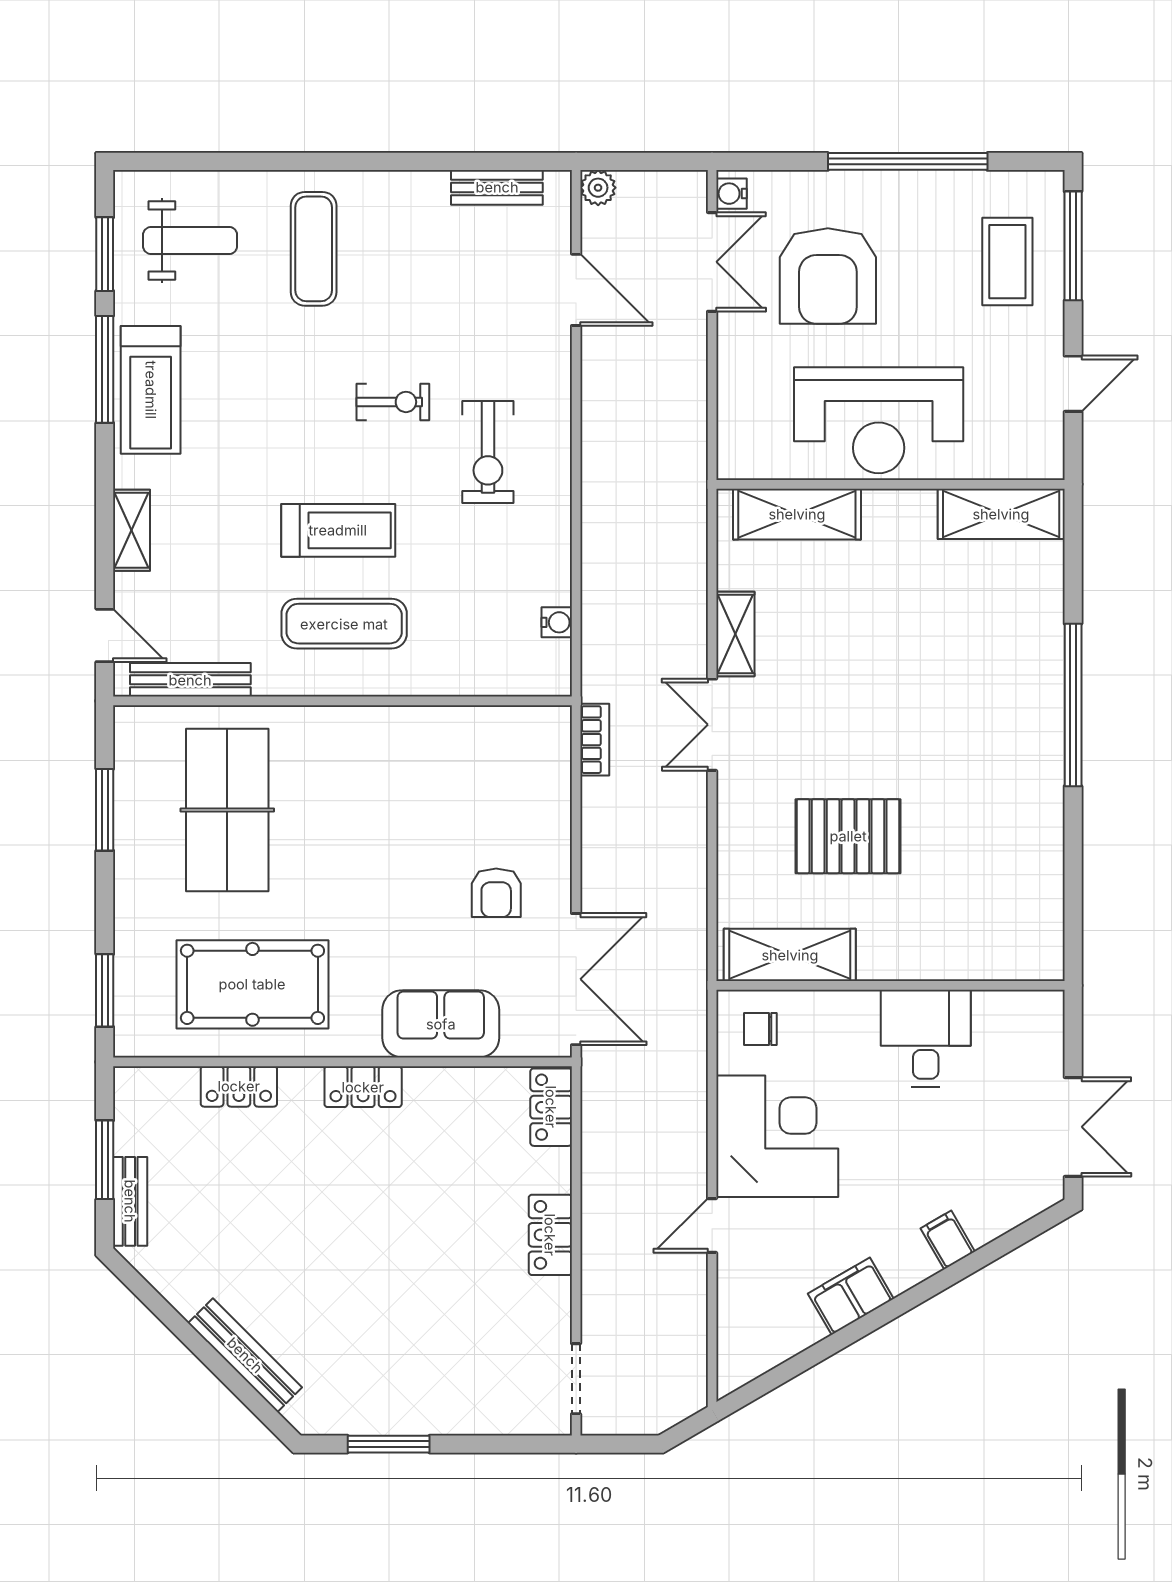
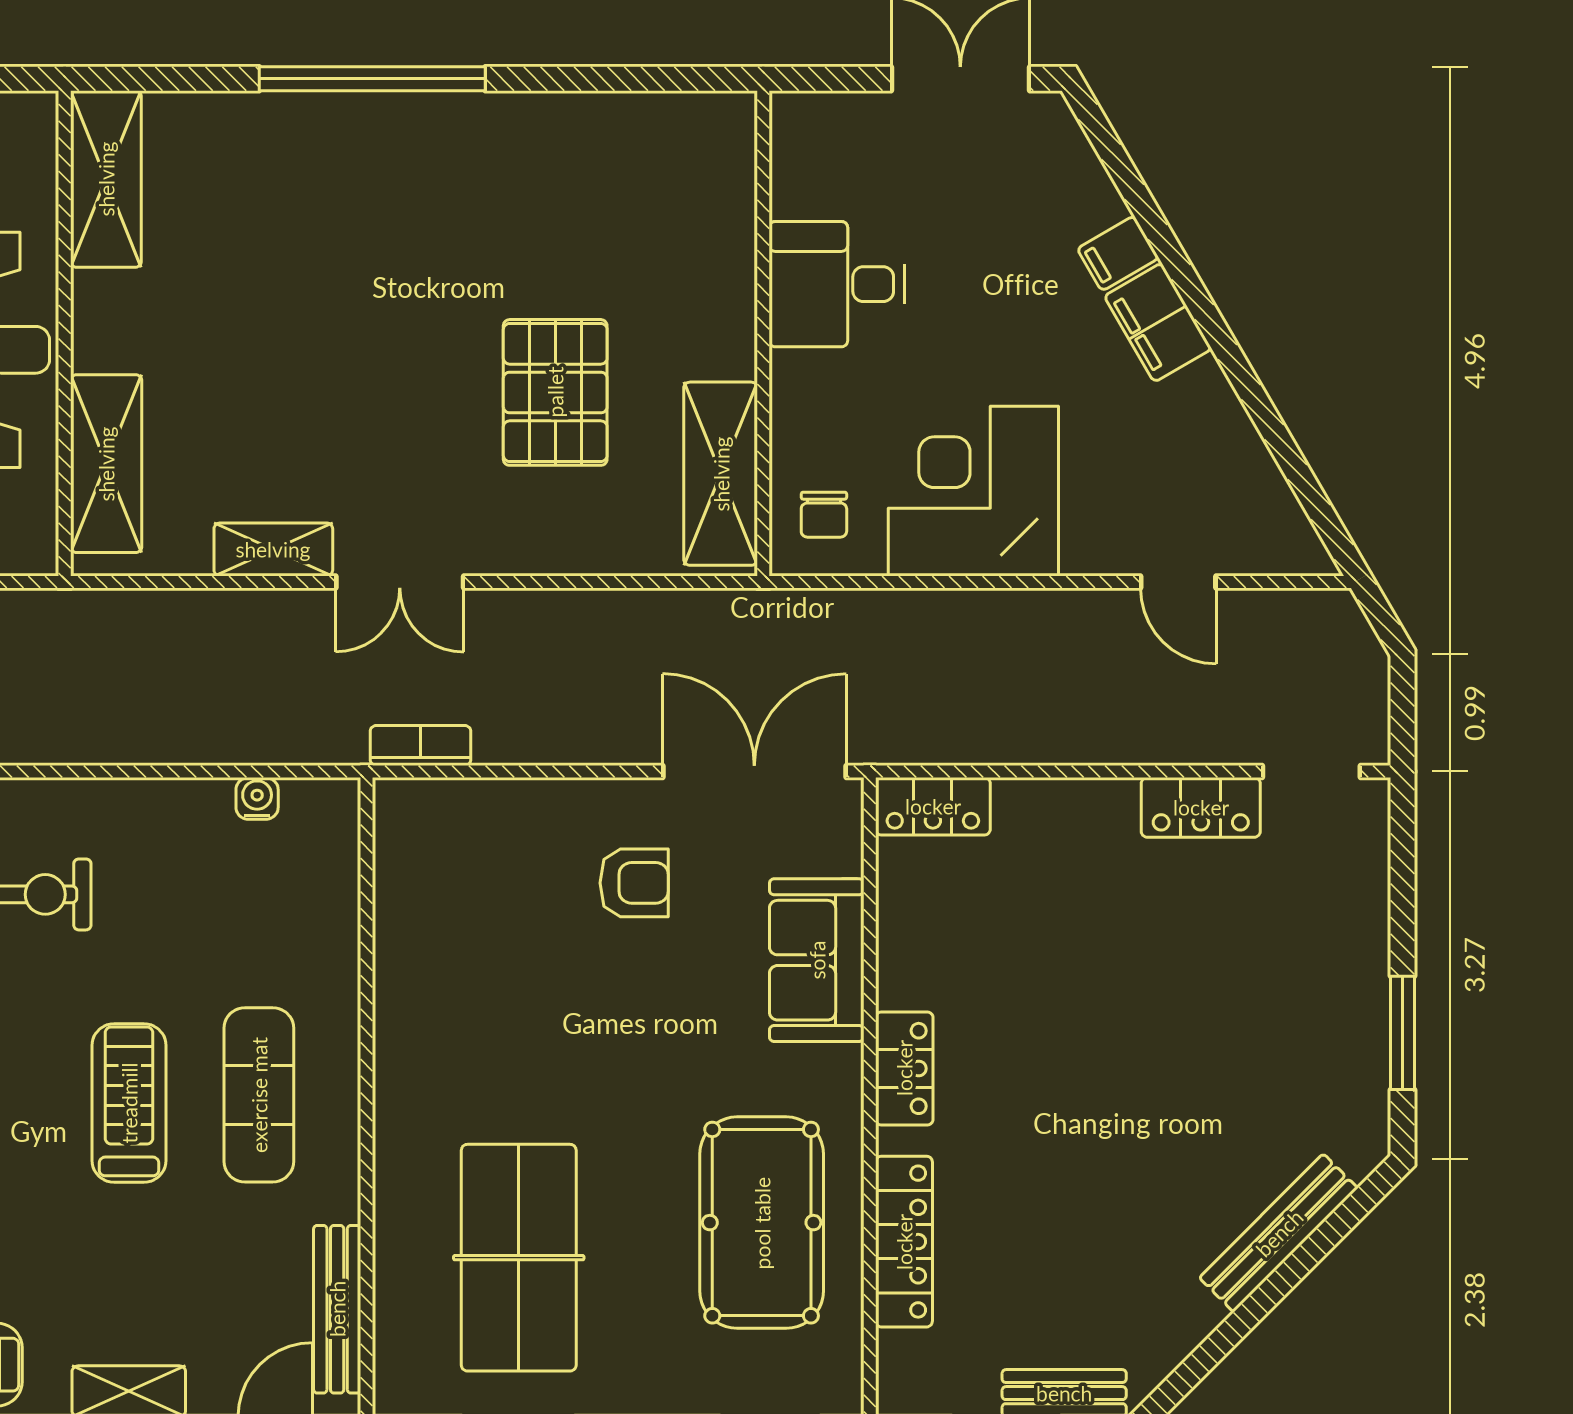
table tennis table: (227, 810) -> (519, 1258), turned 90
locker: (239, 1086) -> (904, 1242), width x1.53
door: (712, 1226) -> (1178, 582), moved
locker: (550, 1235) -> (1201, 807), moved
filing cabinet: (851, 1296) -> (1158, 322), moved

